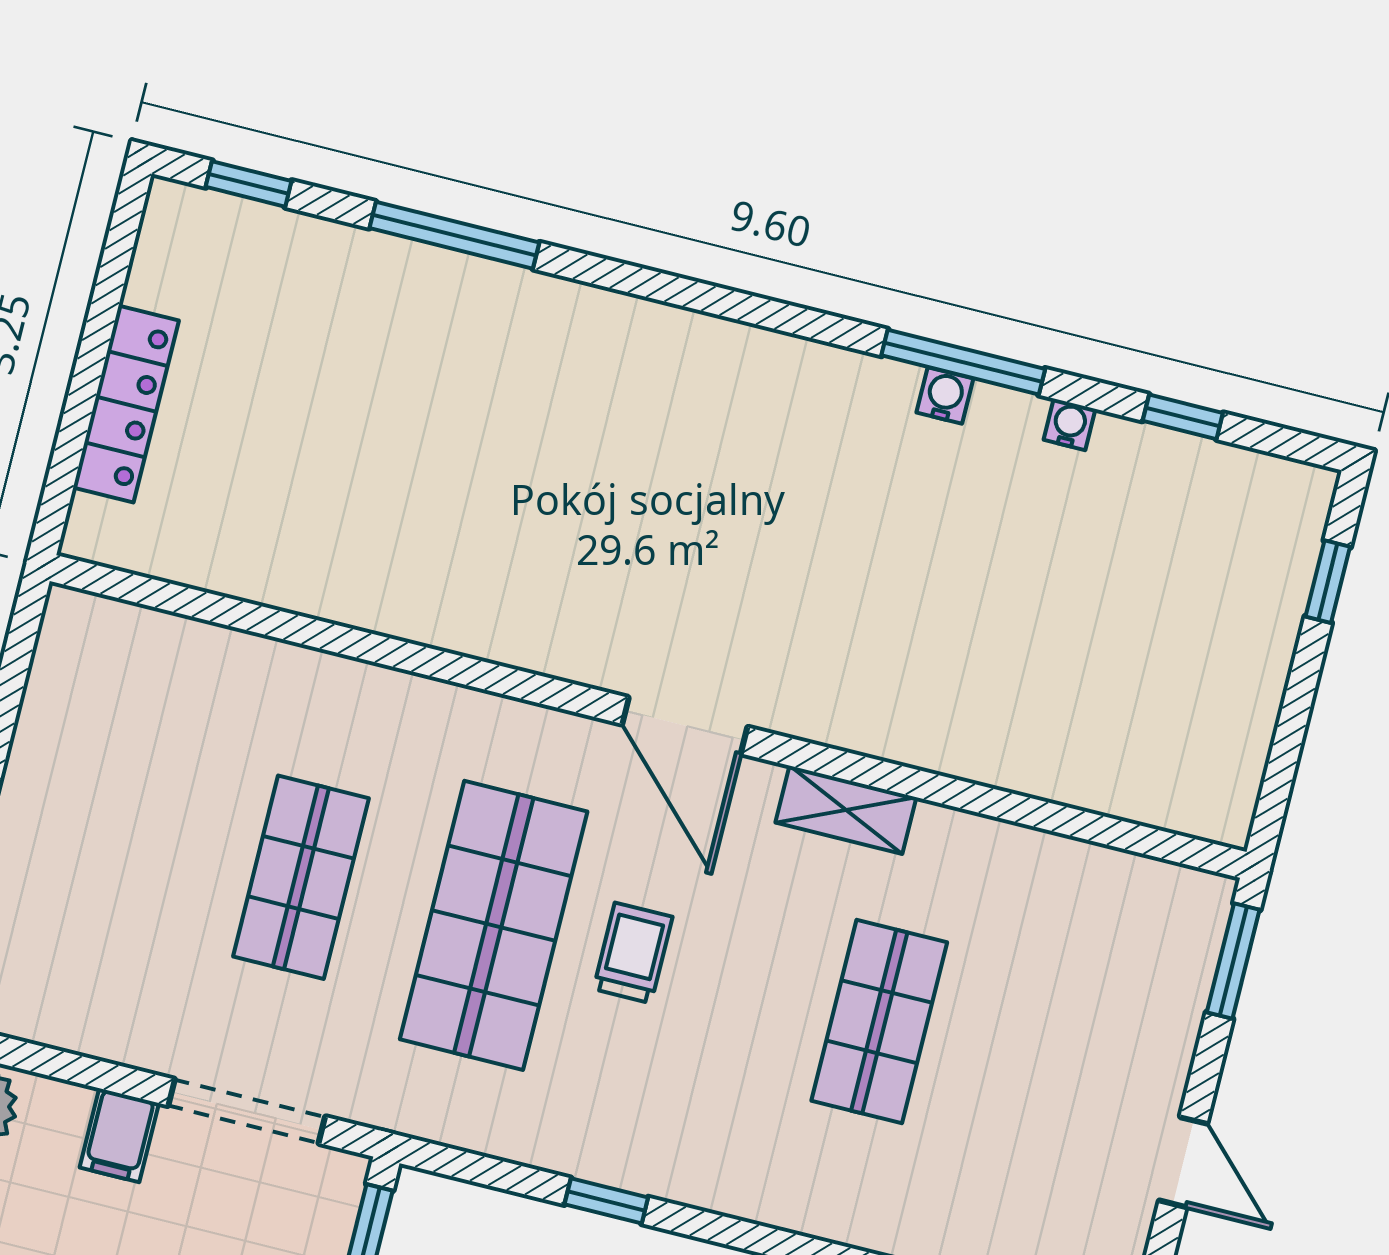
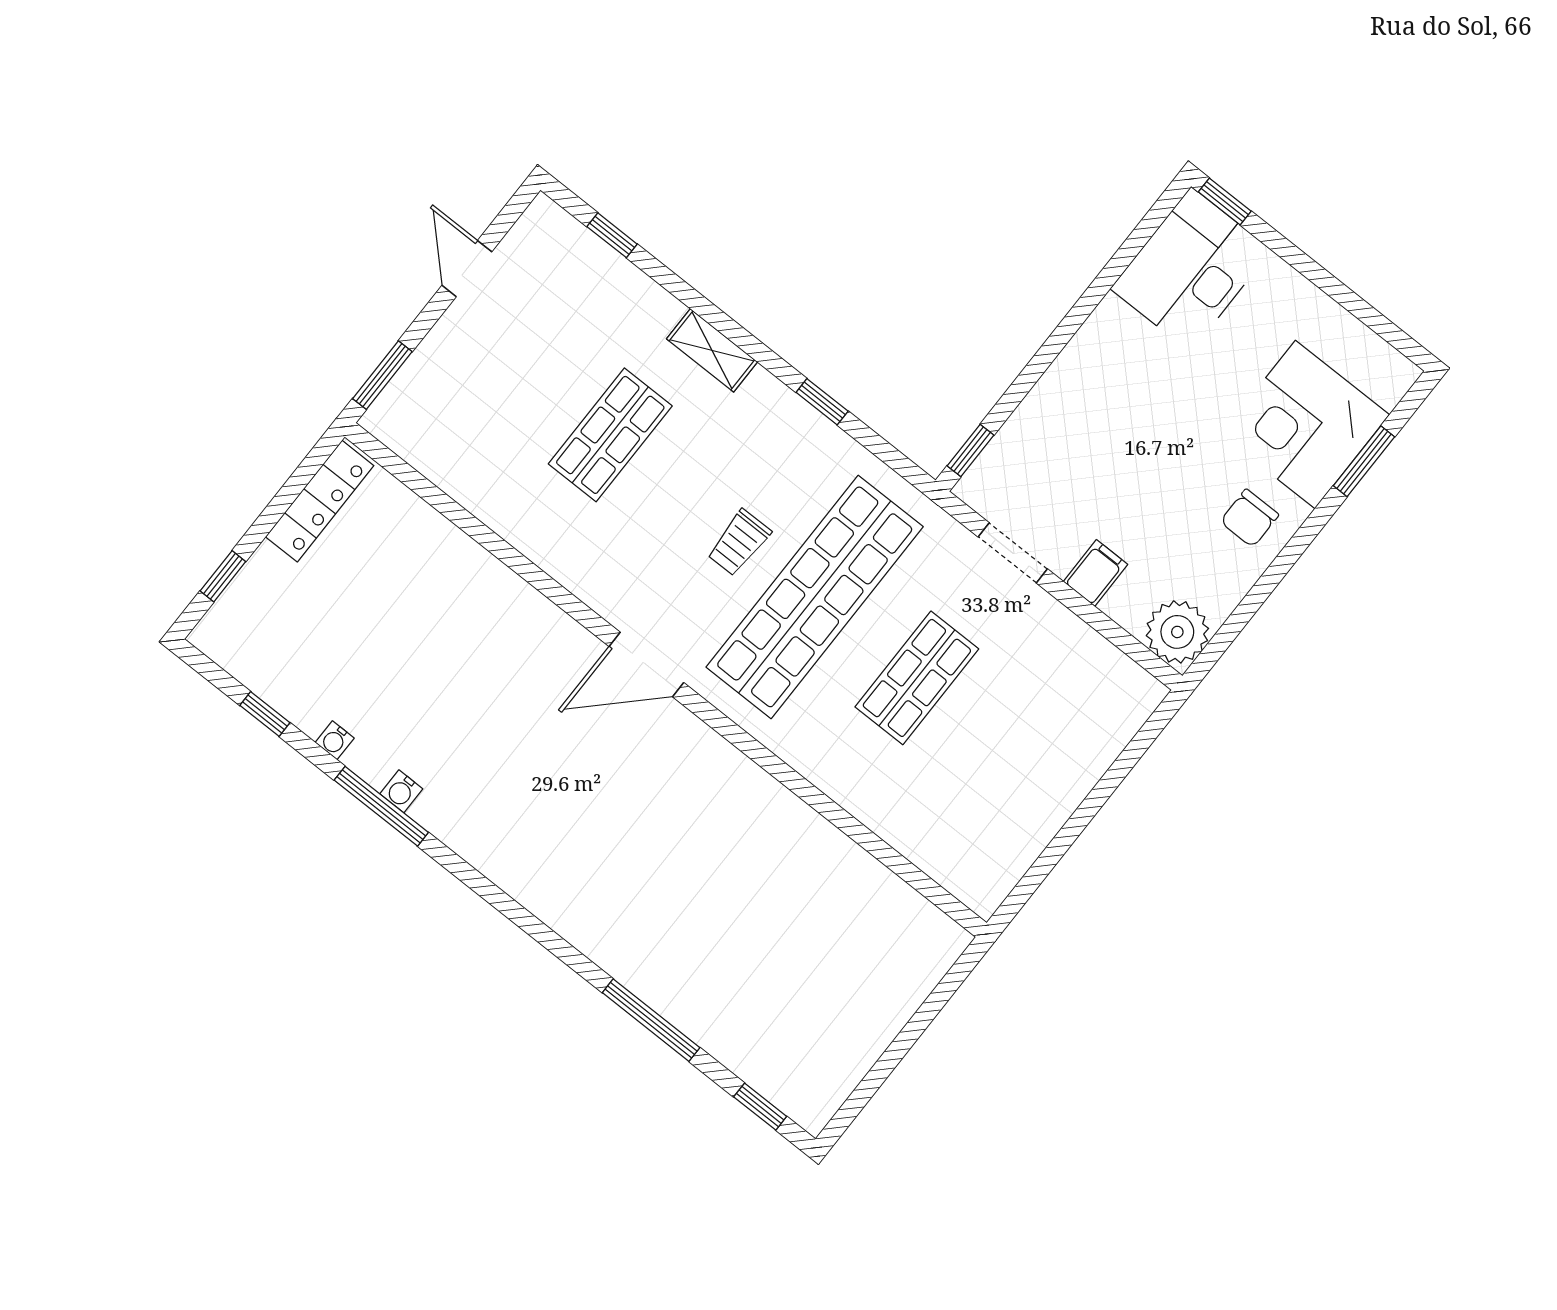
locker: (126, 404) -> (320, 501), moved, turned 180
door: (685, 726) -> (646, 665), swing flipped
shelving: (846, 810) -> (712, 350), moved
shop shelf: (494, 925) -> (815, 597), width x1.40
doorway: (247, 1111) -> (1013, 553), width x0.73

